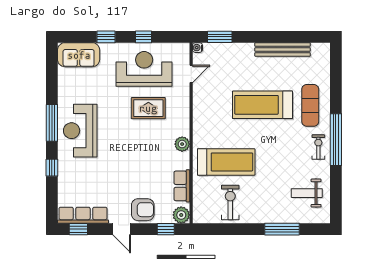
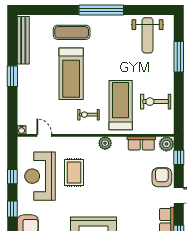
window: (220, 37) -> (12, 76), moved
bench: (283, 49) -> (23, 40), moved
exercise bike: (318, 147) -> (88, 115), moved
weight bench: (307, 193) -> (147, 35), width x1.36, depth x1.33

